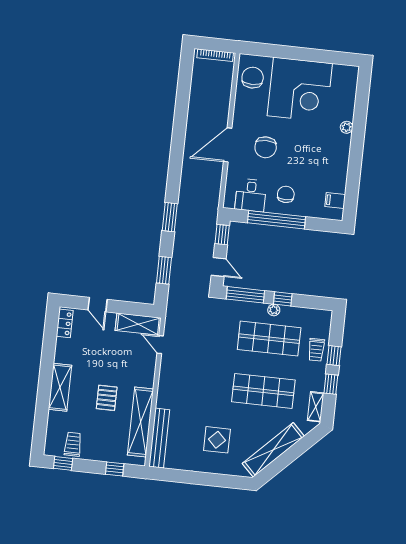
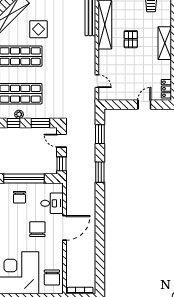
desk: (251, 195) -> (52, 203), moved, turned 90
window: (245, 295) -> (40, 123), width x0.69
door: (98, 305) -> (144, 105), hinge flipped
shelving: (138, 324) -> (114, 94), removed
display table: (217, 440) -> (38, 29), moved

